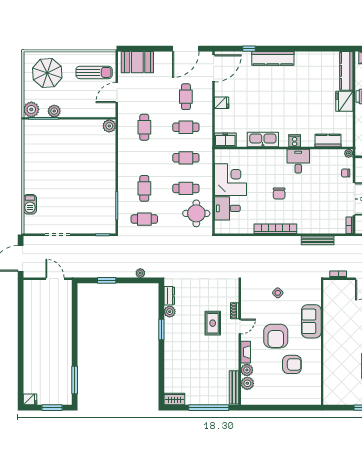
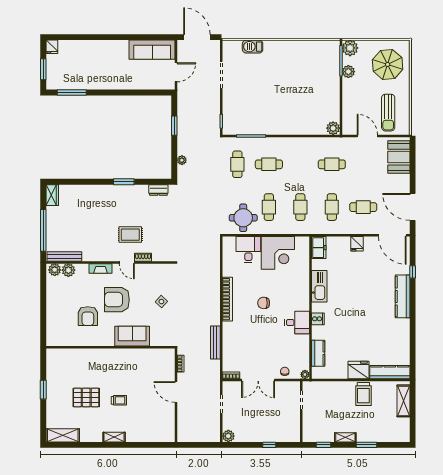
sofa: (33, 302) -> (152, 50), added
plant: (170, 312) -> (142, 190), removed
plant: (247, 370) -> (55, 270), moved

